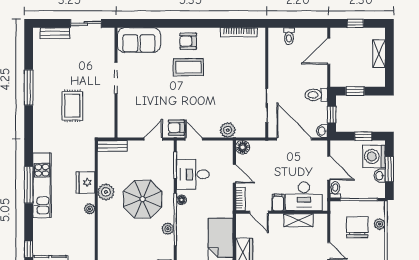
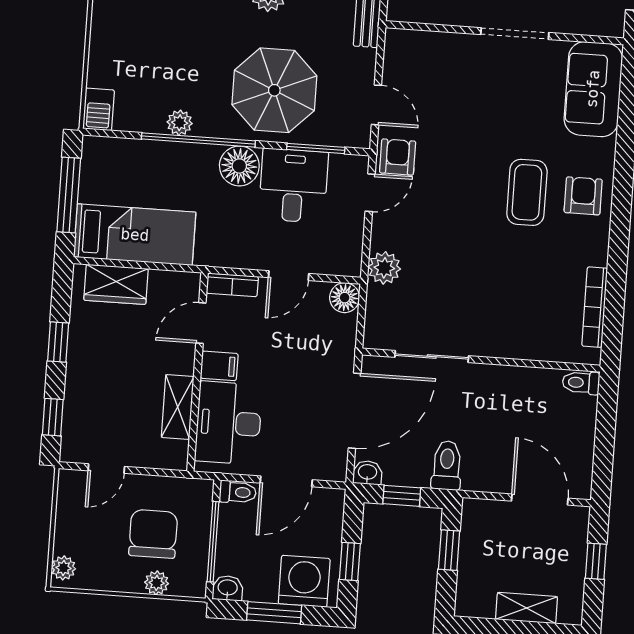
toilet: (289, 36) -> (581, 383), moved
washbasin: (380, 176) -> (228, 588), moved
parasol: (143, 199) -> (274, 90), moved
floor lamp: (181, 200) -> (239, 166), width x1.89, depth x1.89
chair: (357, 227) -> (153, 534), turned -90

